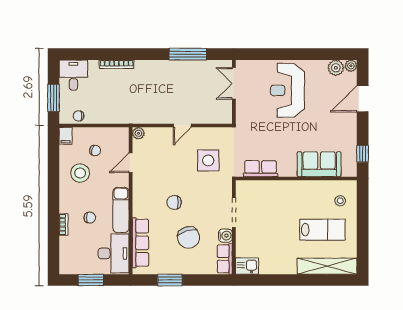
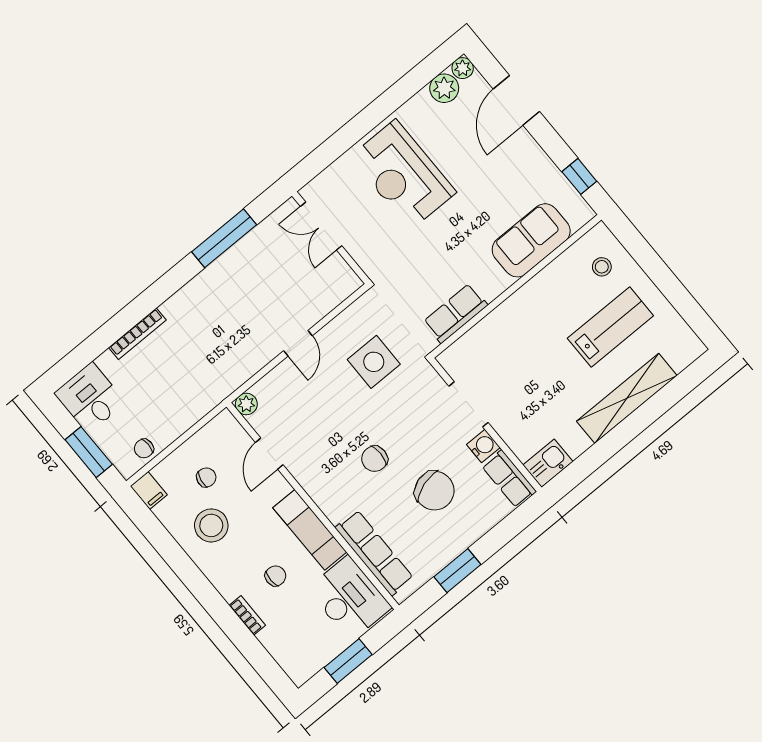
shelving: (327, 266) -> (627, 398), moved

